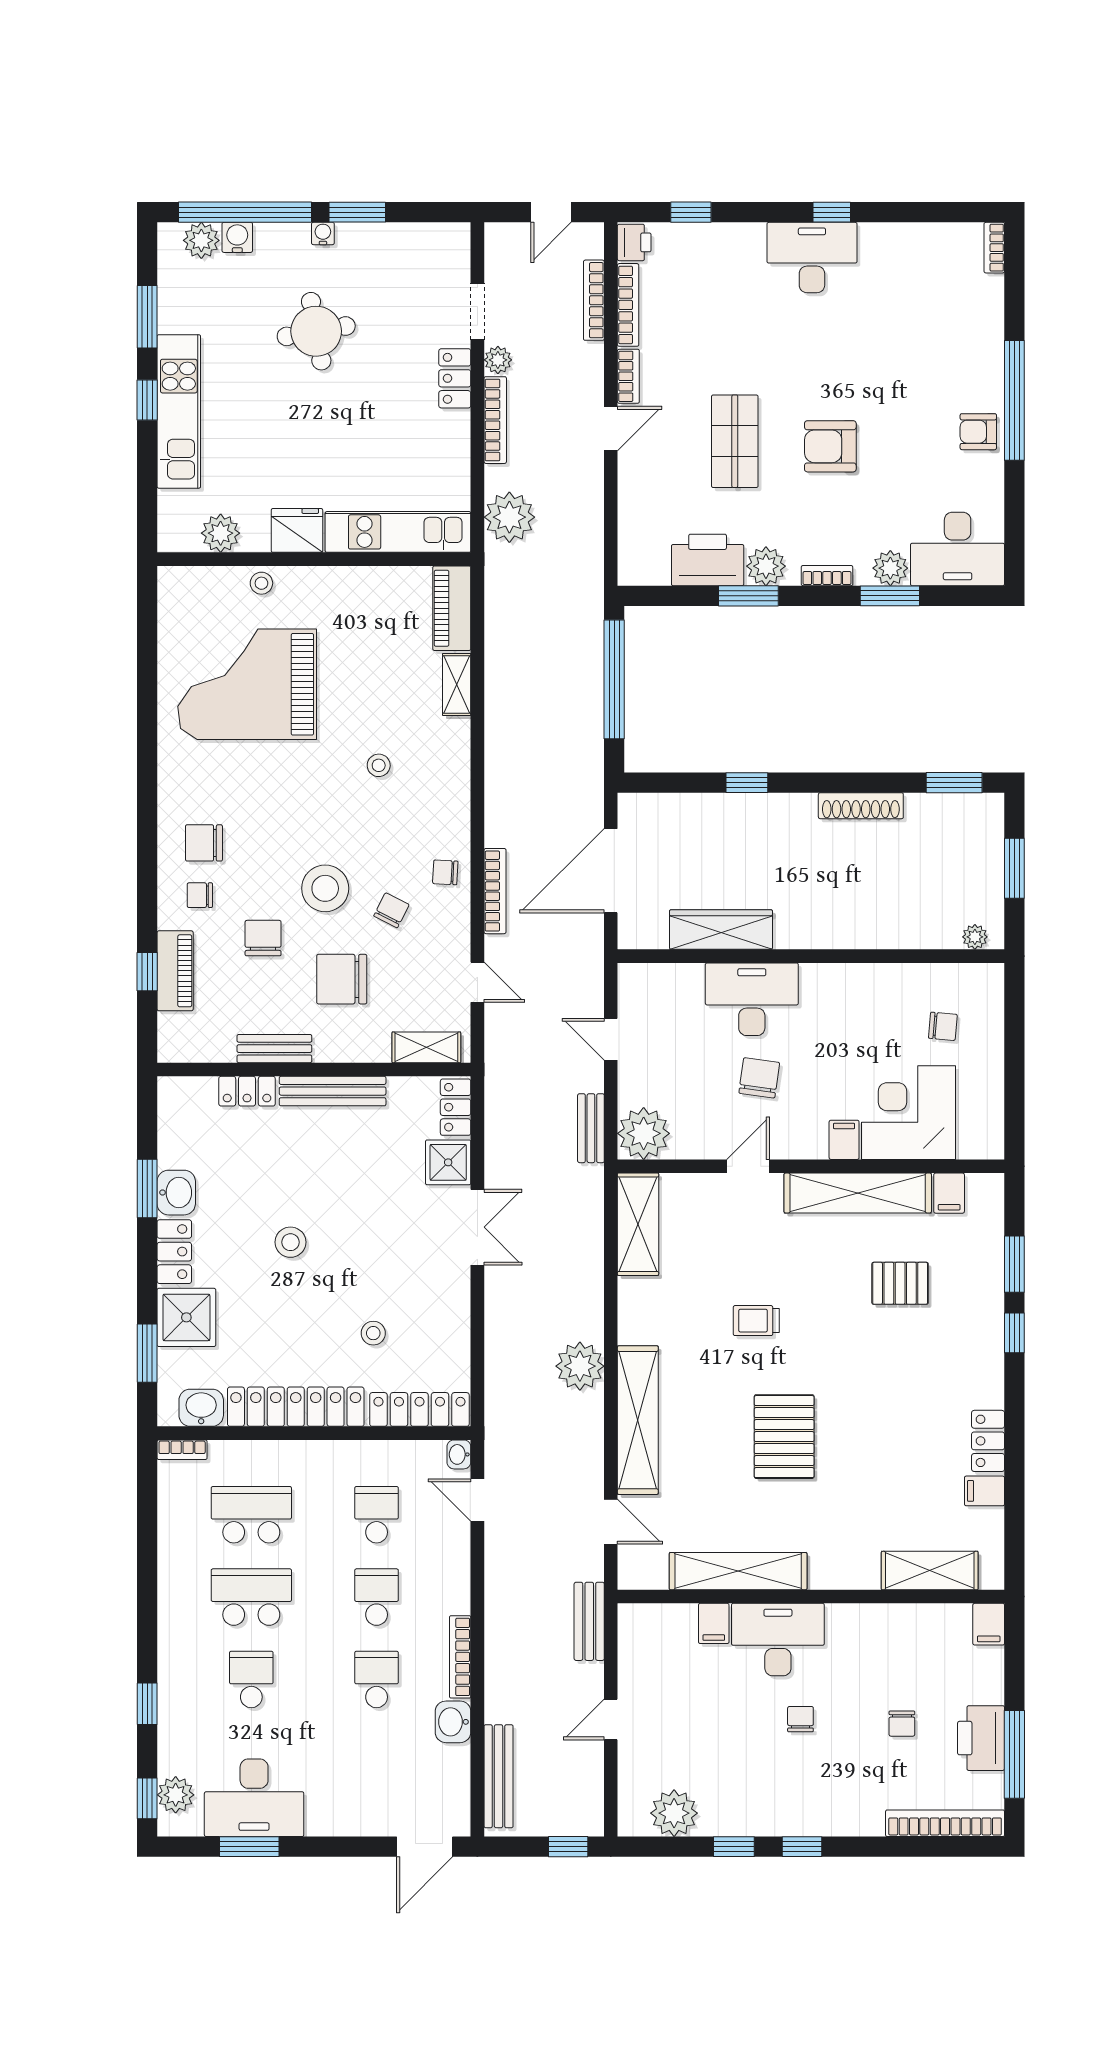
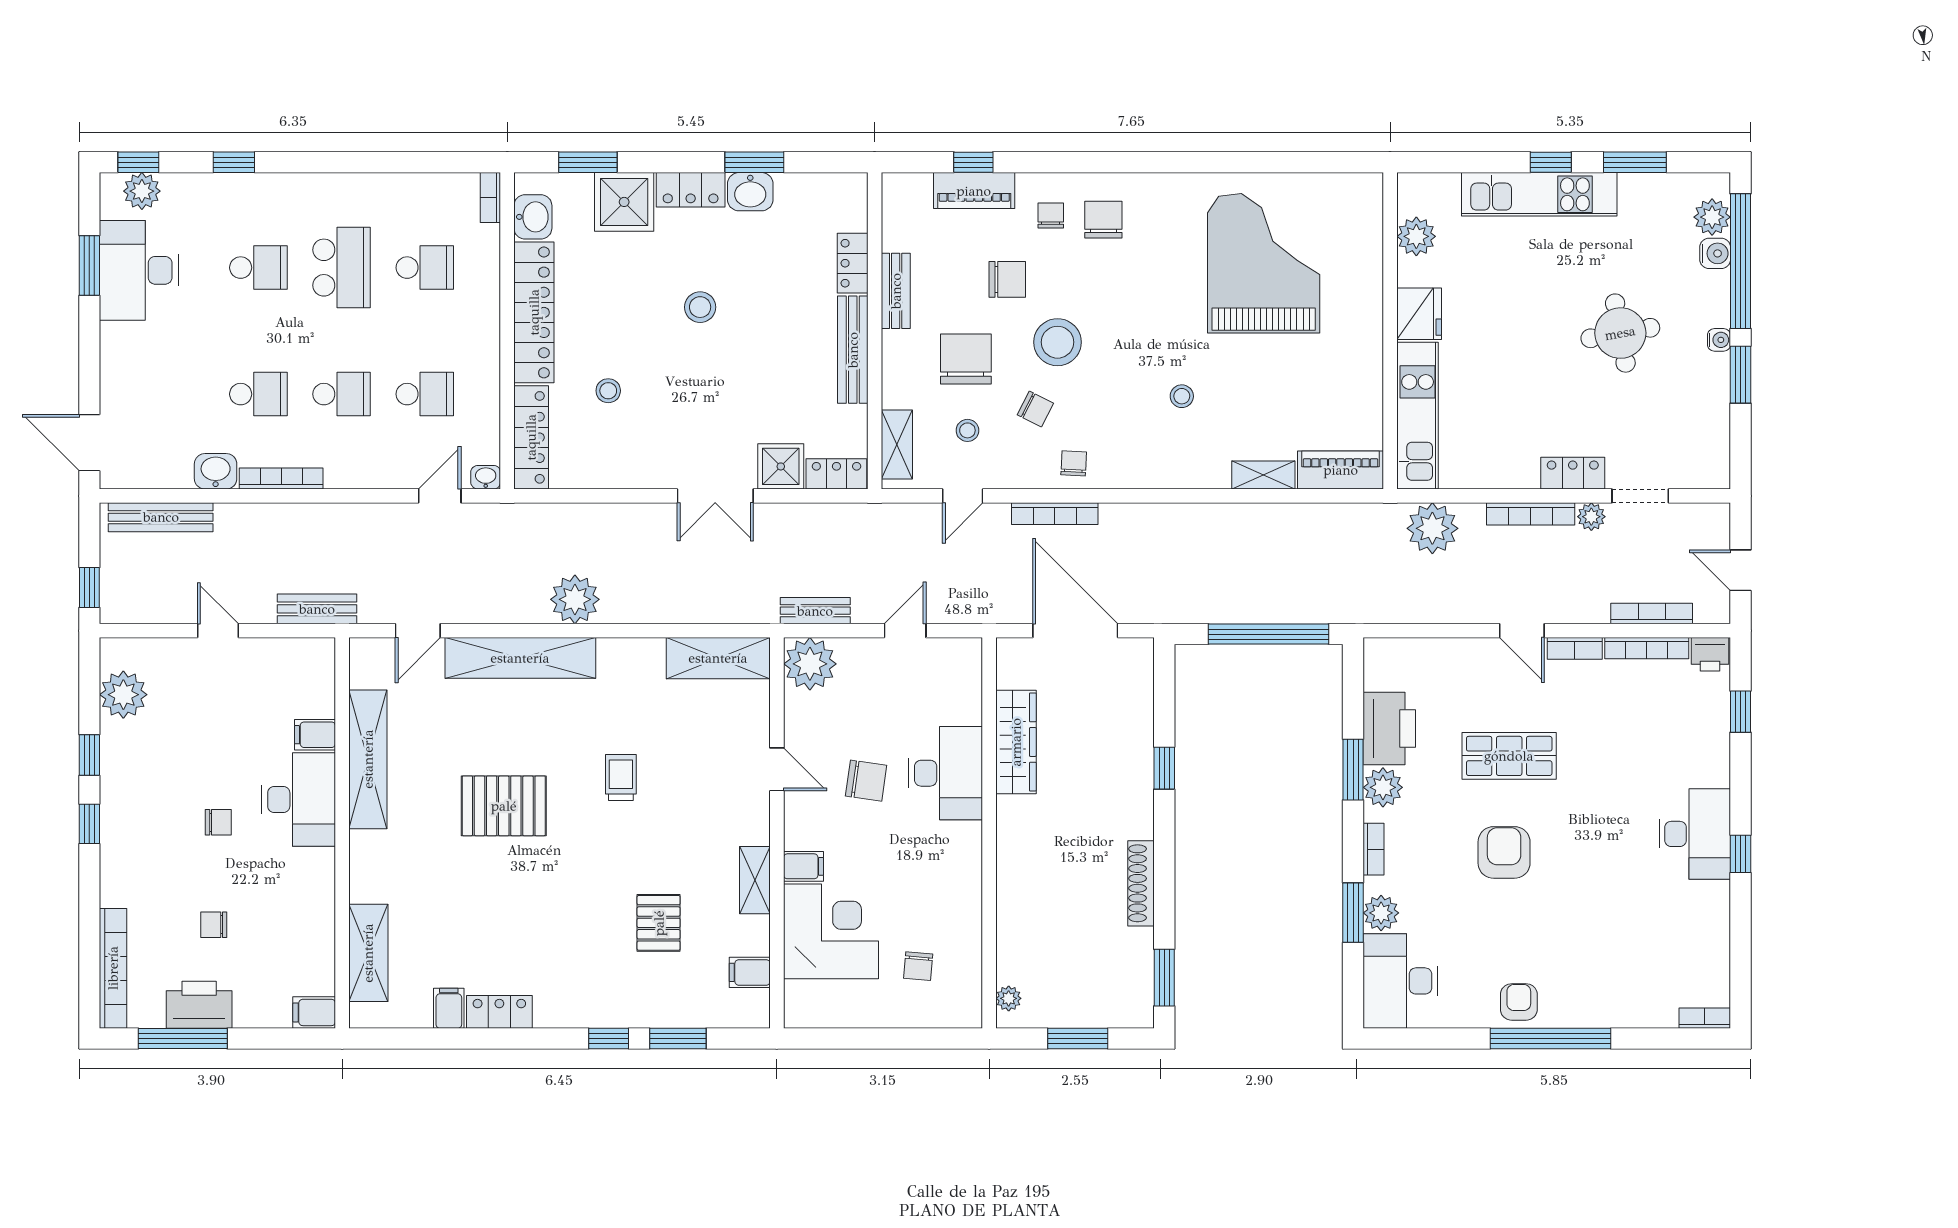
stool: (261, 583) -> (967, 430), moved
shelving: (858, 1193) -> (755, 880), width x0.45, depth x0.75
school desk: (251, 1515) -> (425, 268), width x0.54

